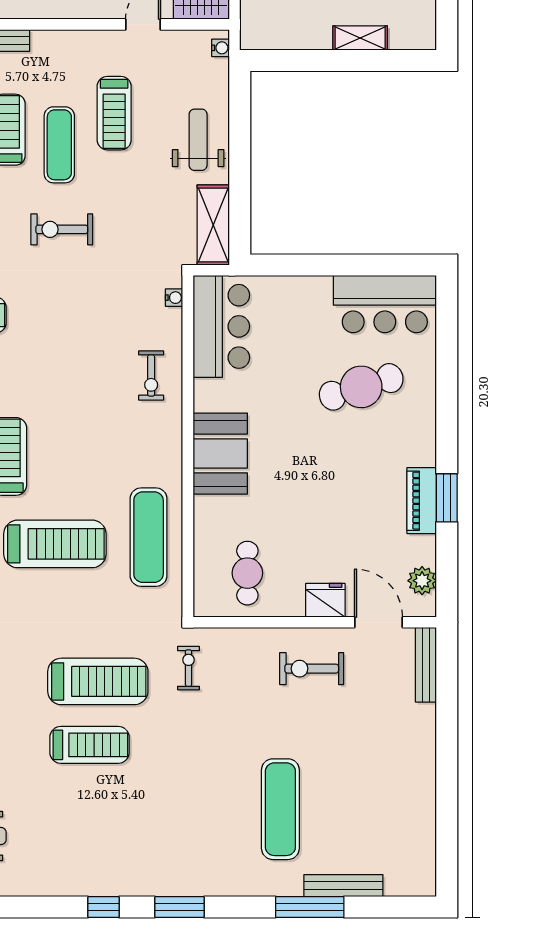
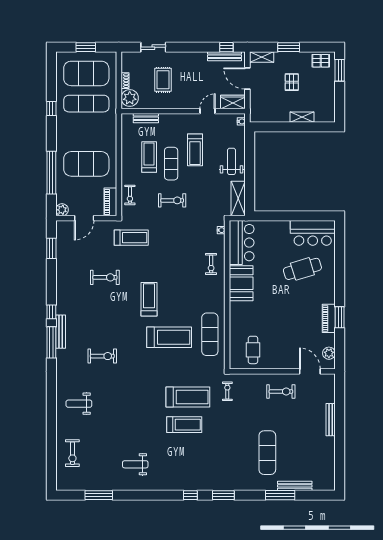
exercise bike: (62, 229) -> (172, 200), turned 180
booth: (220, 454) -> (241, 283), moved
fridge: (325, 600) -> (287, 362), removed
bench: (426, 665) -> (331, 420), moved
exercise bike: (312, 669) -> (281, 391), turned 180

